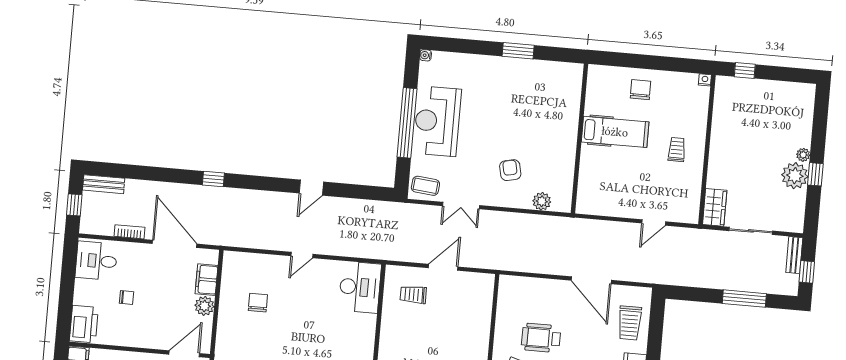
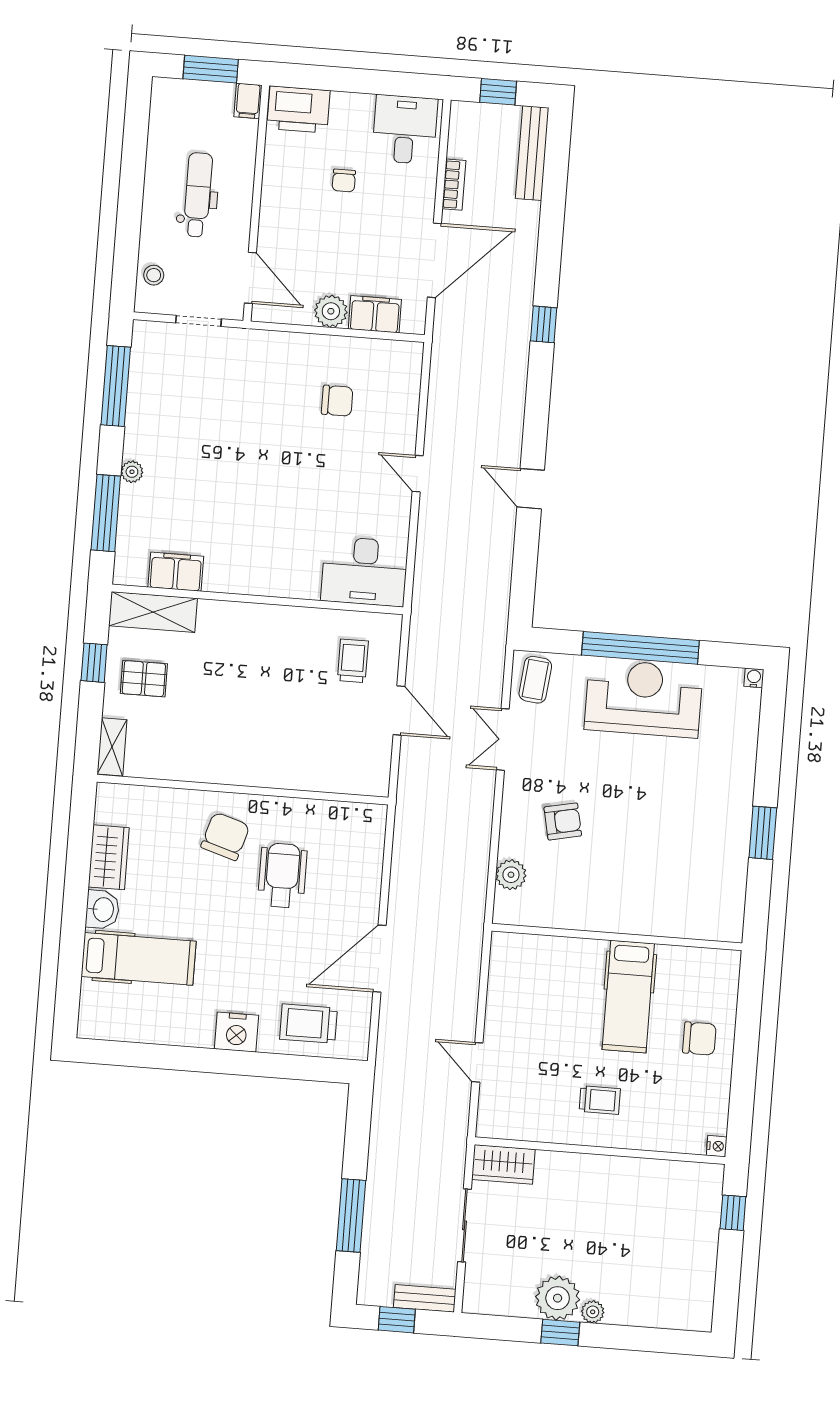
bench: (104, 184) -> (532, 153), width x1.36

